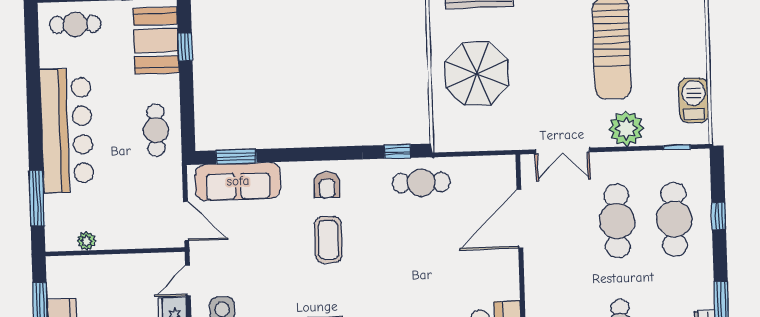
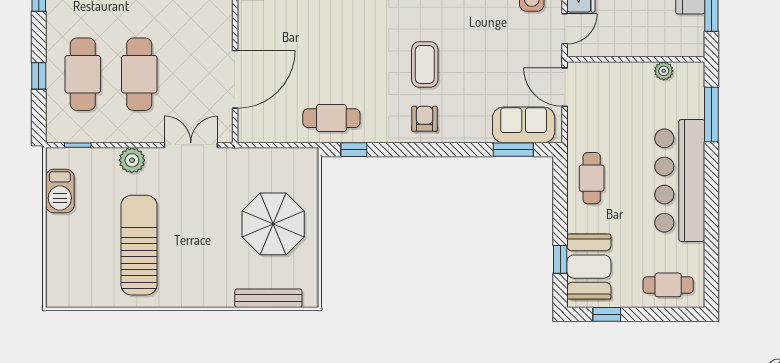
plant: (626, 129) -> (132, 160), width x0.73, depth x0.73
sofa: (238, 181) -> (524, 125), width x0.73

